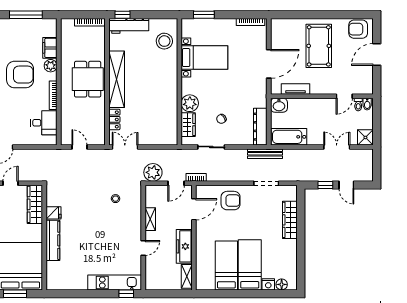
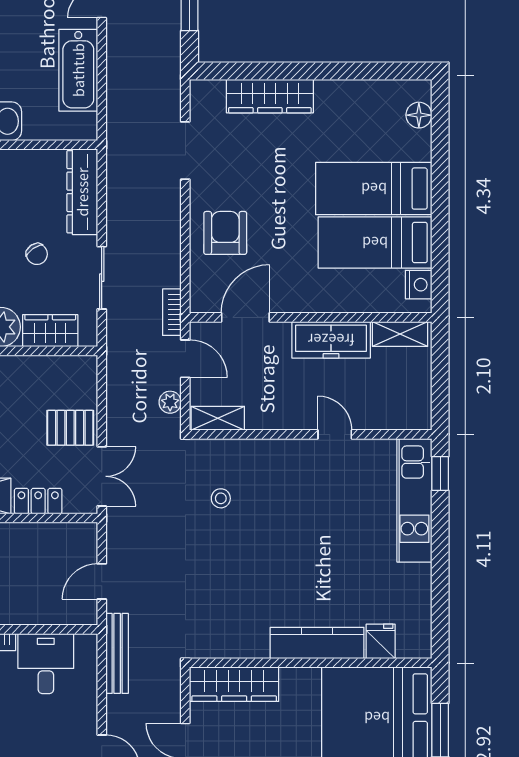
dresser: (260, 127) -> (82, 192), moved, turned 90
pallet: (146, 133) -> (70, 428), added
bathtub: (289, 137) -> (78, 70), moved
double door: (125, 147) -> (102, 476), swing flipped
bench: (265, 154) -> (117, 653), moved
plant: (153, 172) -> (170, 402), width x0.53, depth x0.53
door: (194, 209) -> (245, 317), hinge flipped
fridge: (53, 213) -> (381, 641), moved
shelving: (150, 219) -> (218, 418), moved
nightstand: (268, 284) -> (419, 285), moved

